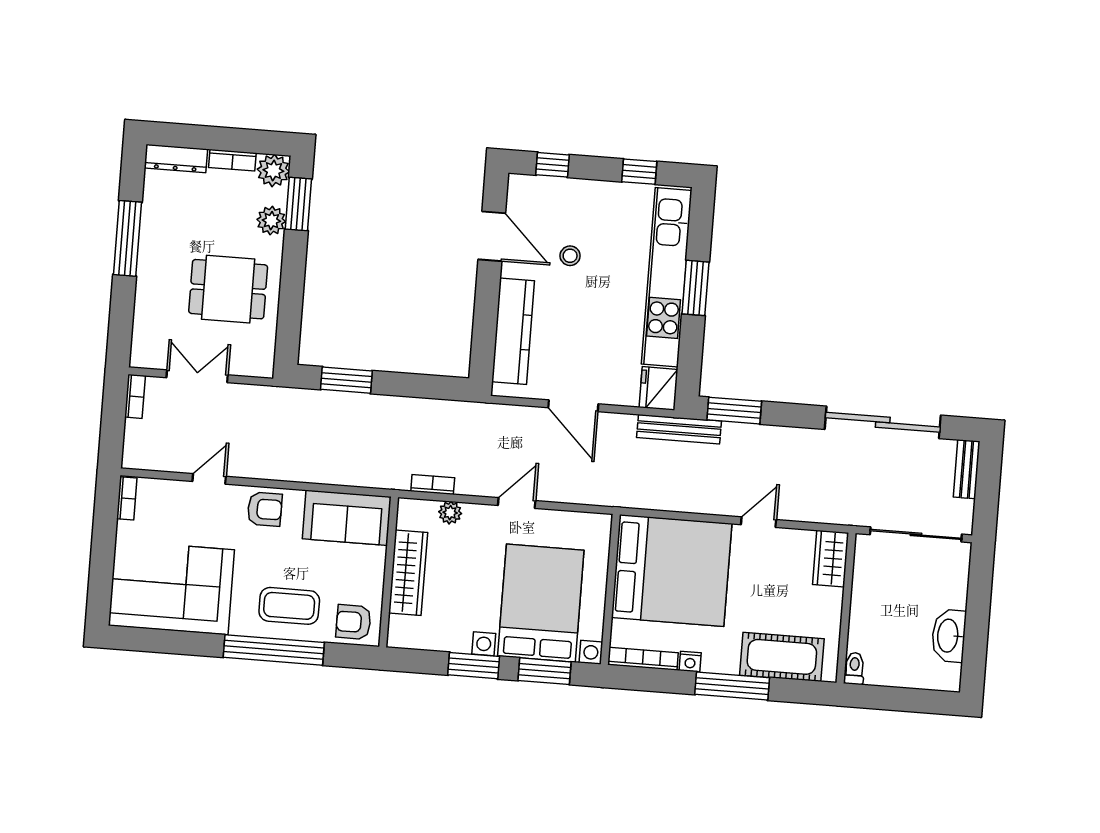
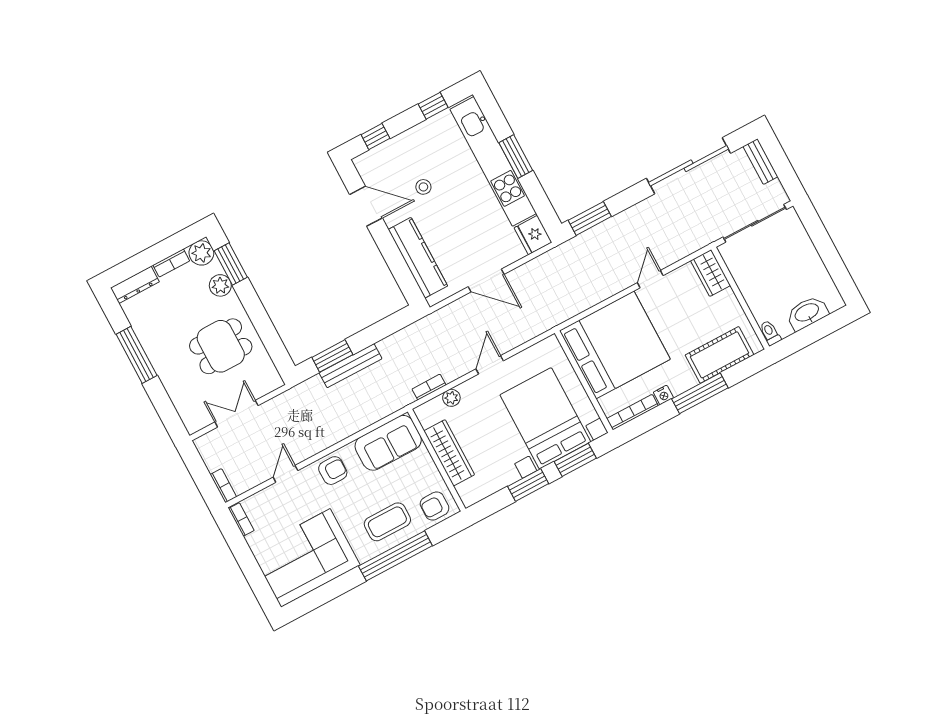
bookcase: (135, 396) -> (223, 486), moved
bench: (679, 429) -> (351, 366), moved
washbasin: (949, 636) -> (807, 313), moved, turned 90

